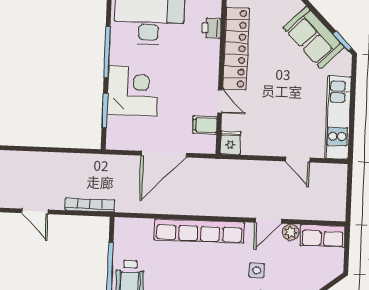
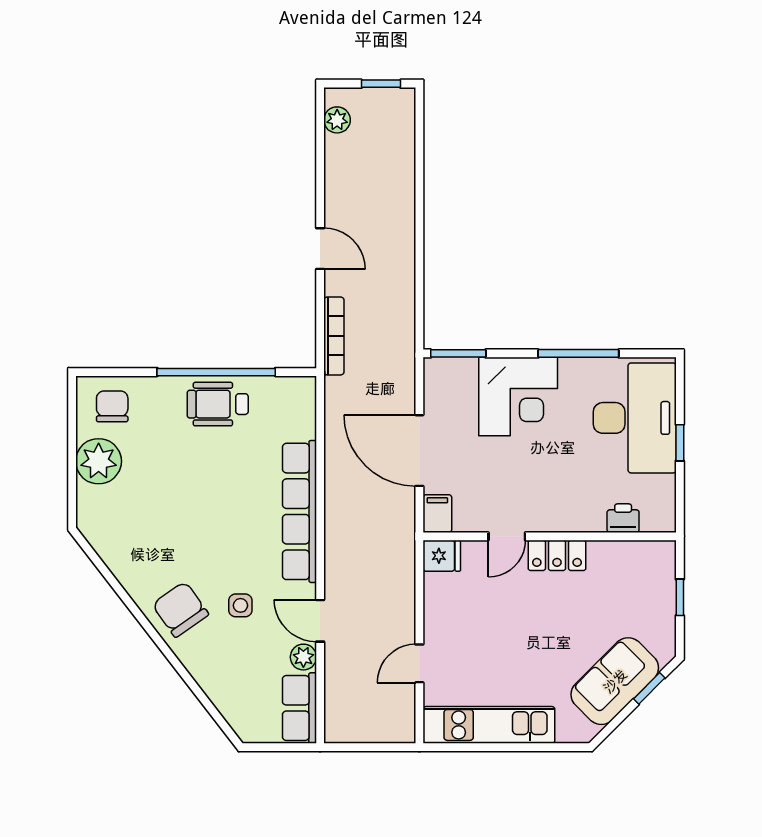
window: (342, 41) -> (649, 688), moved
locker: (236, 49) -> (557, 555), width x0.46, depth x0.83
window: (105, 111) -> (458, 353), moved
filing cabinet: (205, 125) -> (437, 514), moved
door: (35, 211) -> (320, 249), swing flipped

